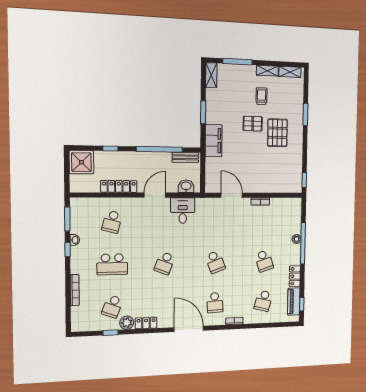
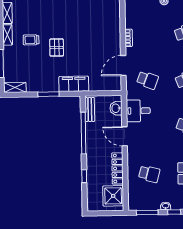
pallet: (277, 133) -> (64, 23), removed
shower: (81, 162) -> (113, 196), moved
school desk: (216, 221) -> (147, 80), added

